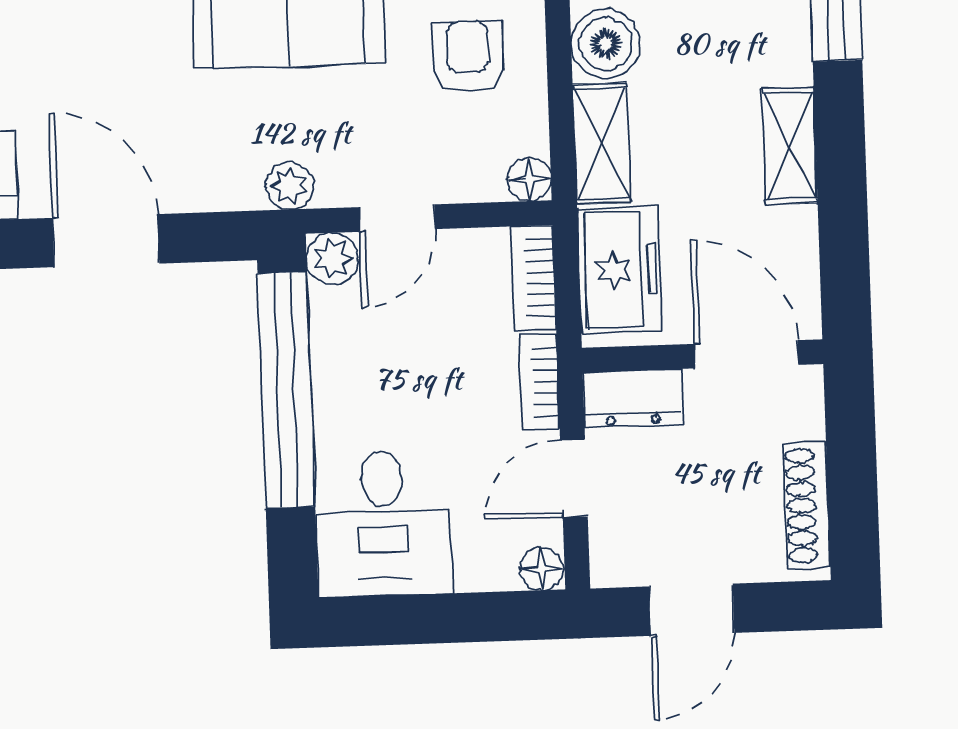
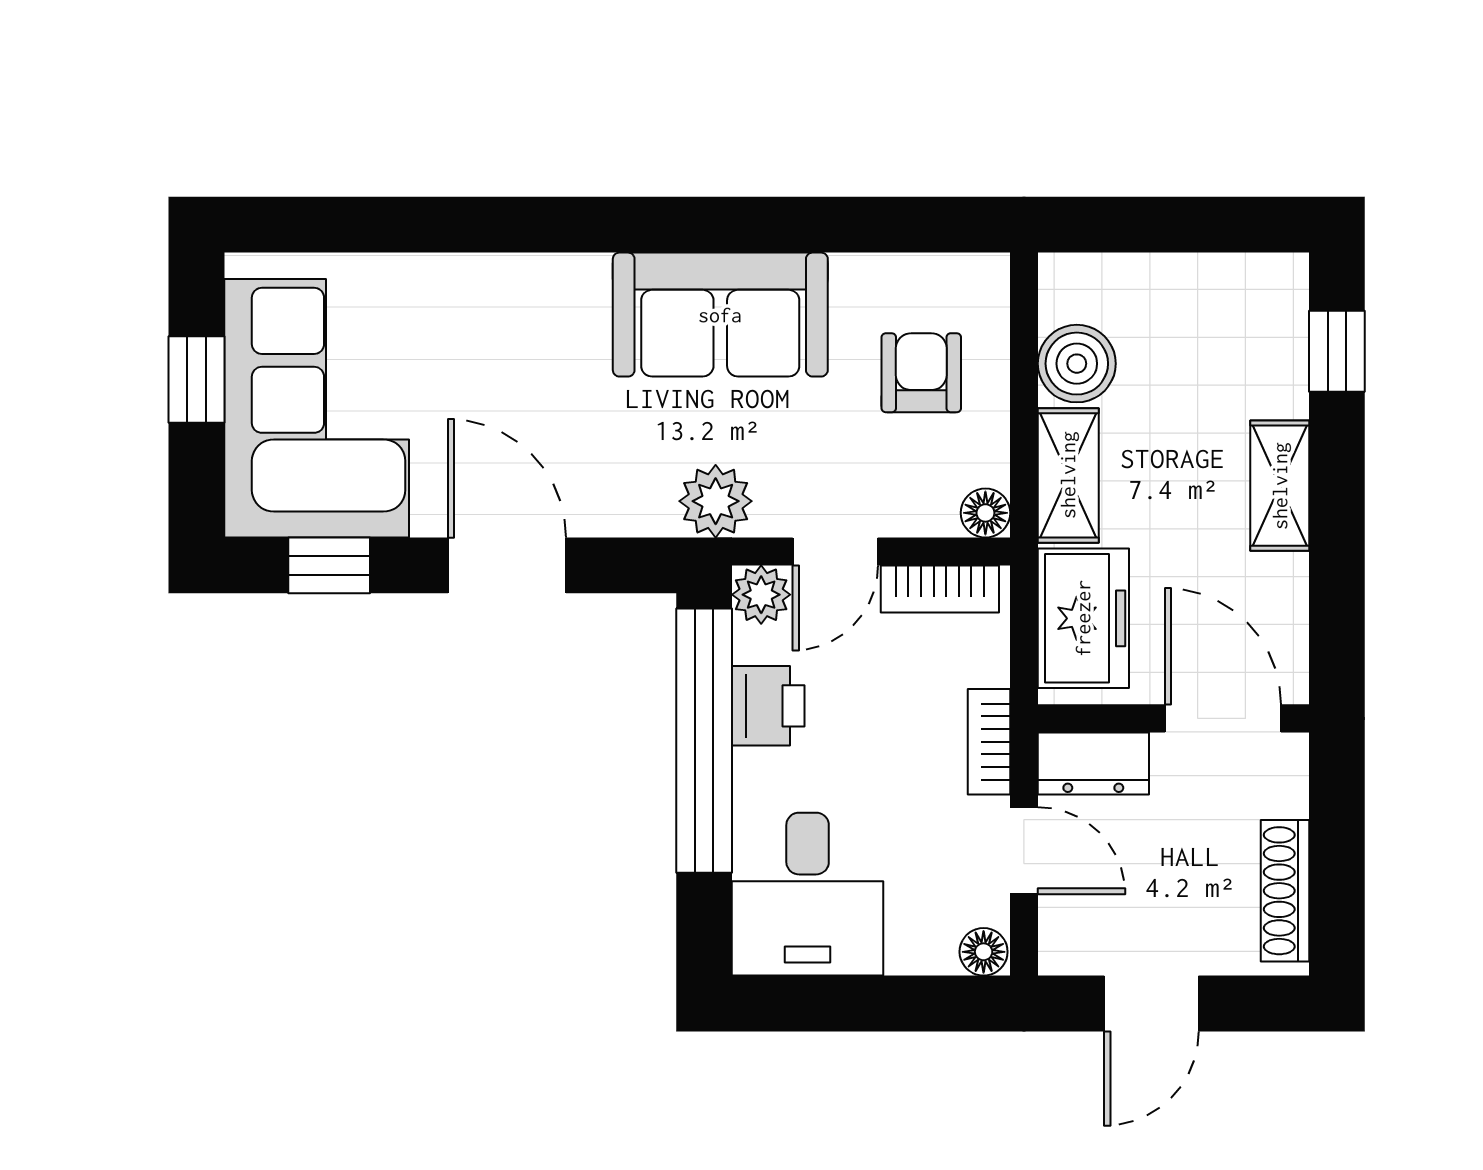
plant: (289, 186) -> (716, 501), width x1.38, depth x1.38
bookcase: (534, 278) -> (940, 589), moved, turned -90
printer: (342, 357) -> (768, 706), added
door: (574, 478) -> (1024, 851), swing flipped

